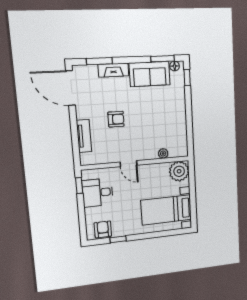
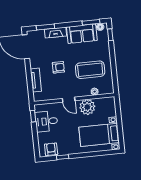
coffee table: (159, 124) -> (90, 70), added
plant: (179, 171) -> (87, 107), moved

